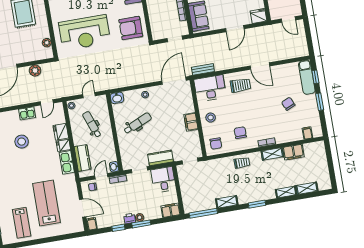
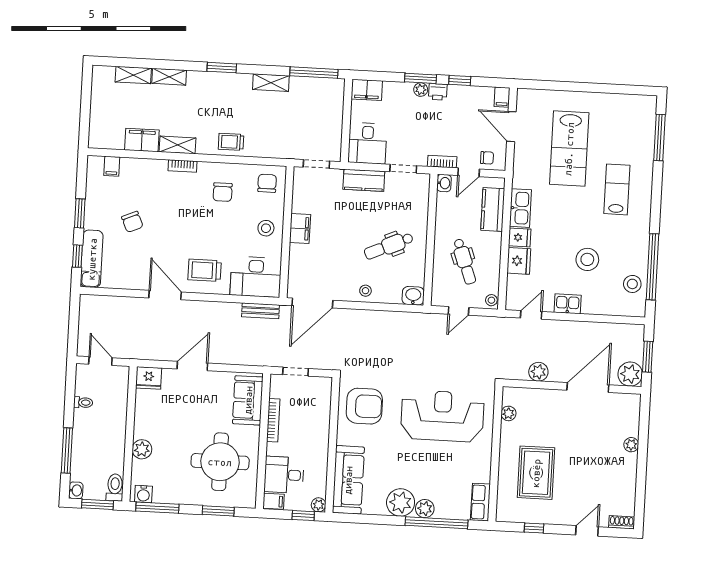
lab bench: (22, 223) -> (617, 189), moved

